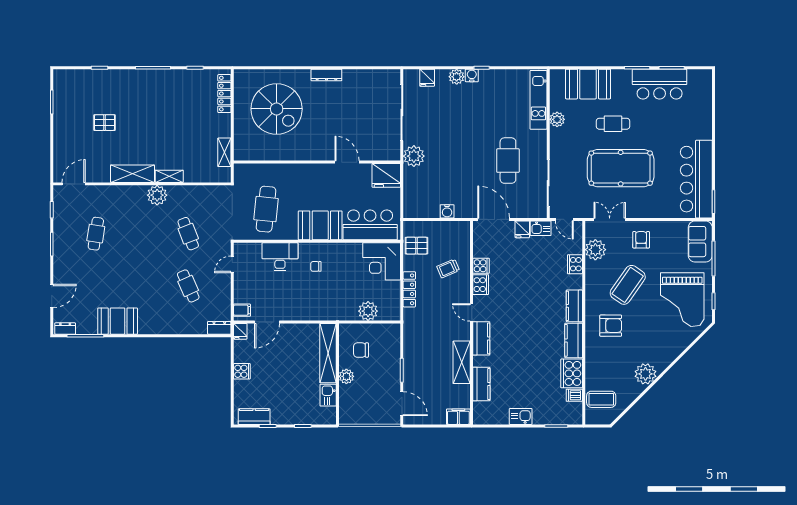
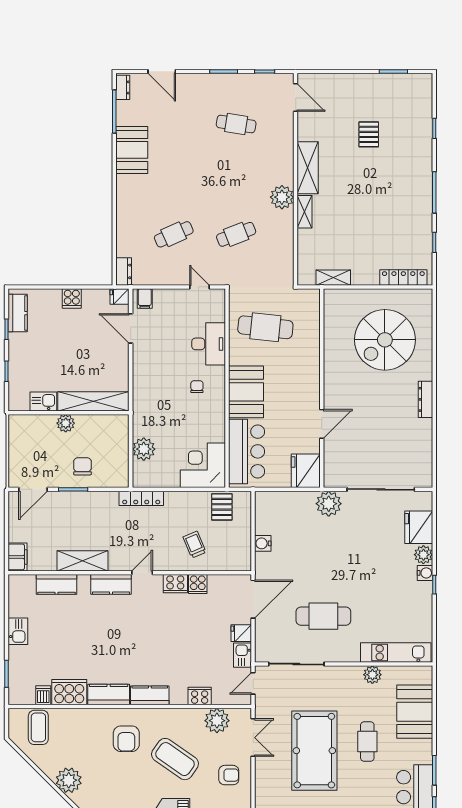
fridge: (427, 78) -> (419, 527), width x1.88, depth x1.34
locker: (409, 289) -> (141, 498), moved
chair: (361, 350) -> (82, 466), moved

